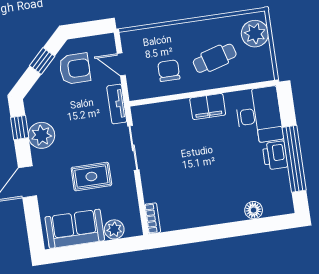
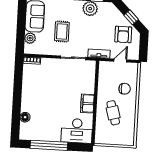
plant: (255, 34) -> (122, 138), removed
chair: (169, 71) -> (125, 89), moved
printer: (275, 155) -> (53, 135), removed

